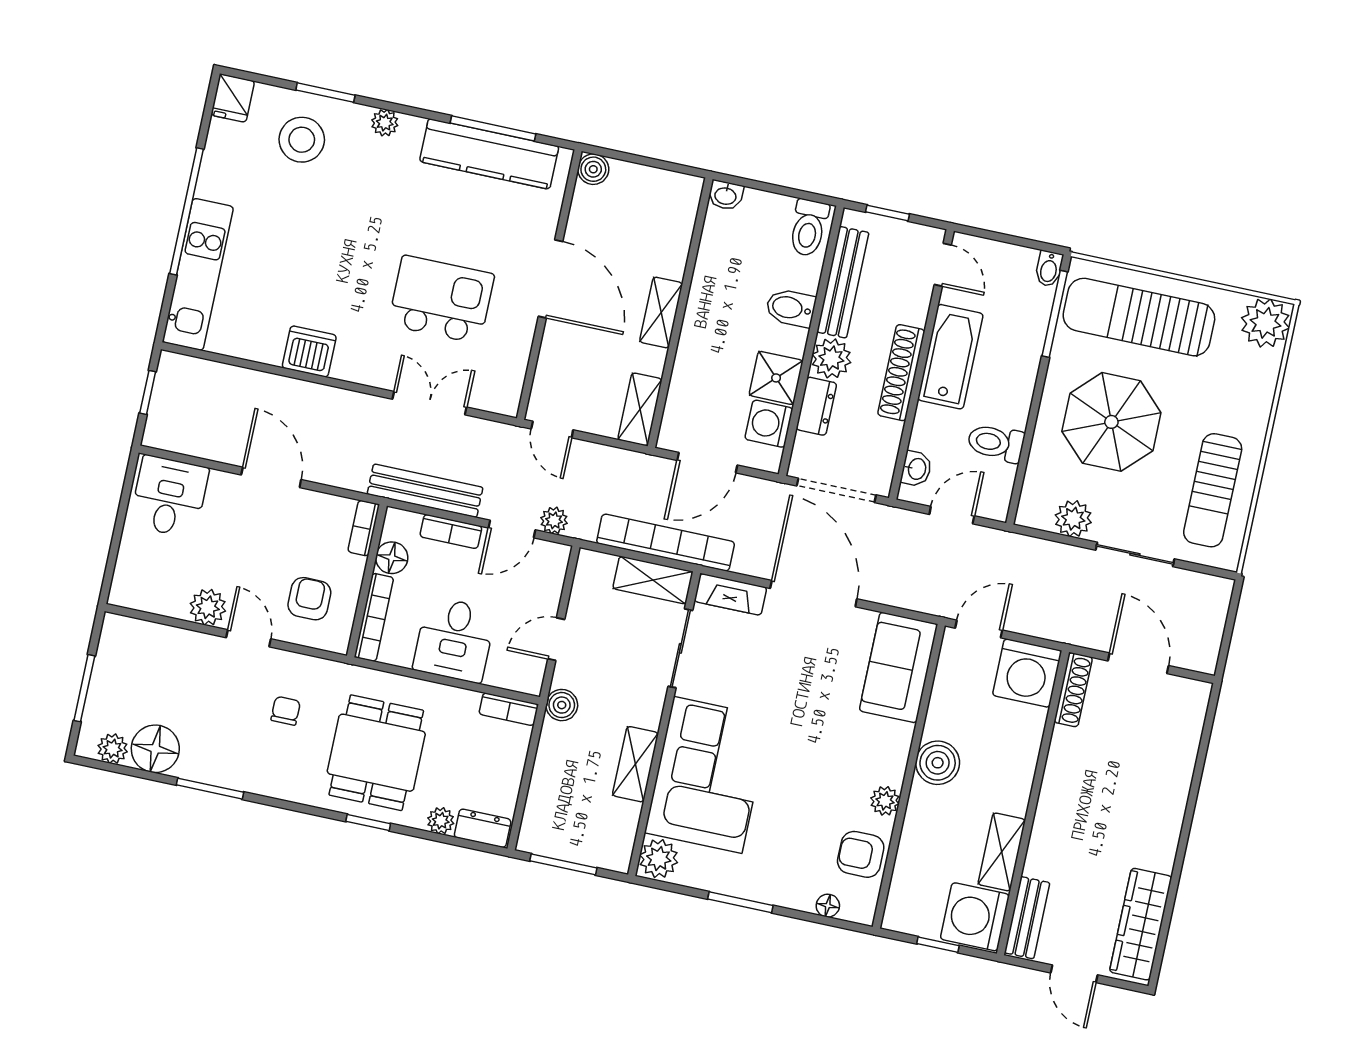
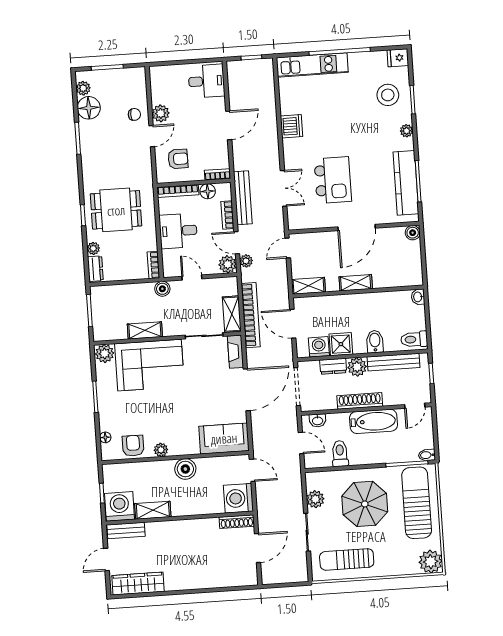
plant: (550, 560) -> (228, 264), added
chair: (286, 711) -> (134, 114), moved

